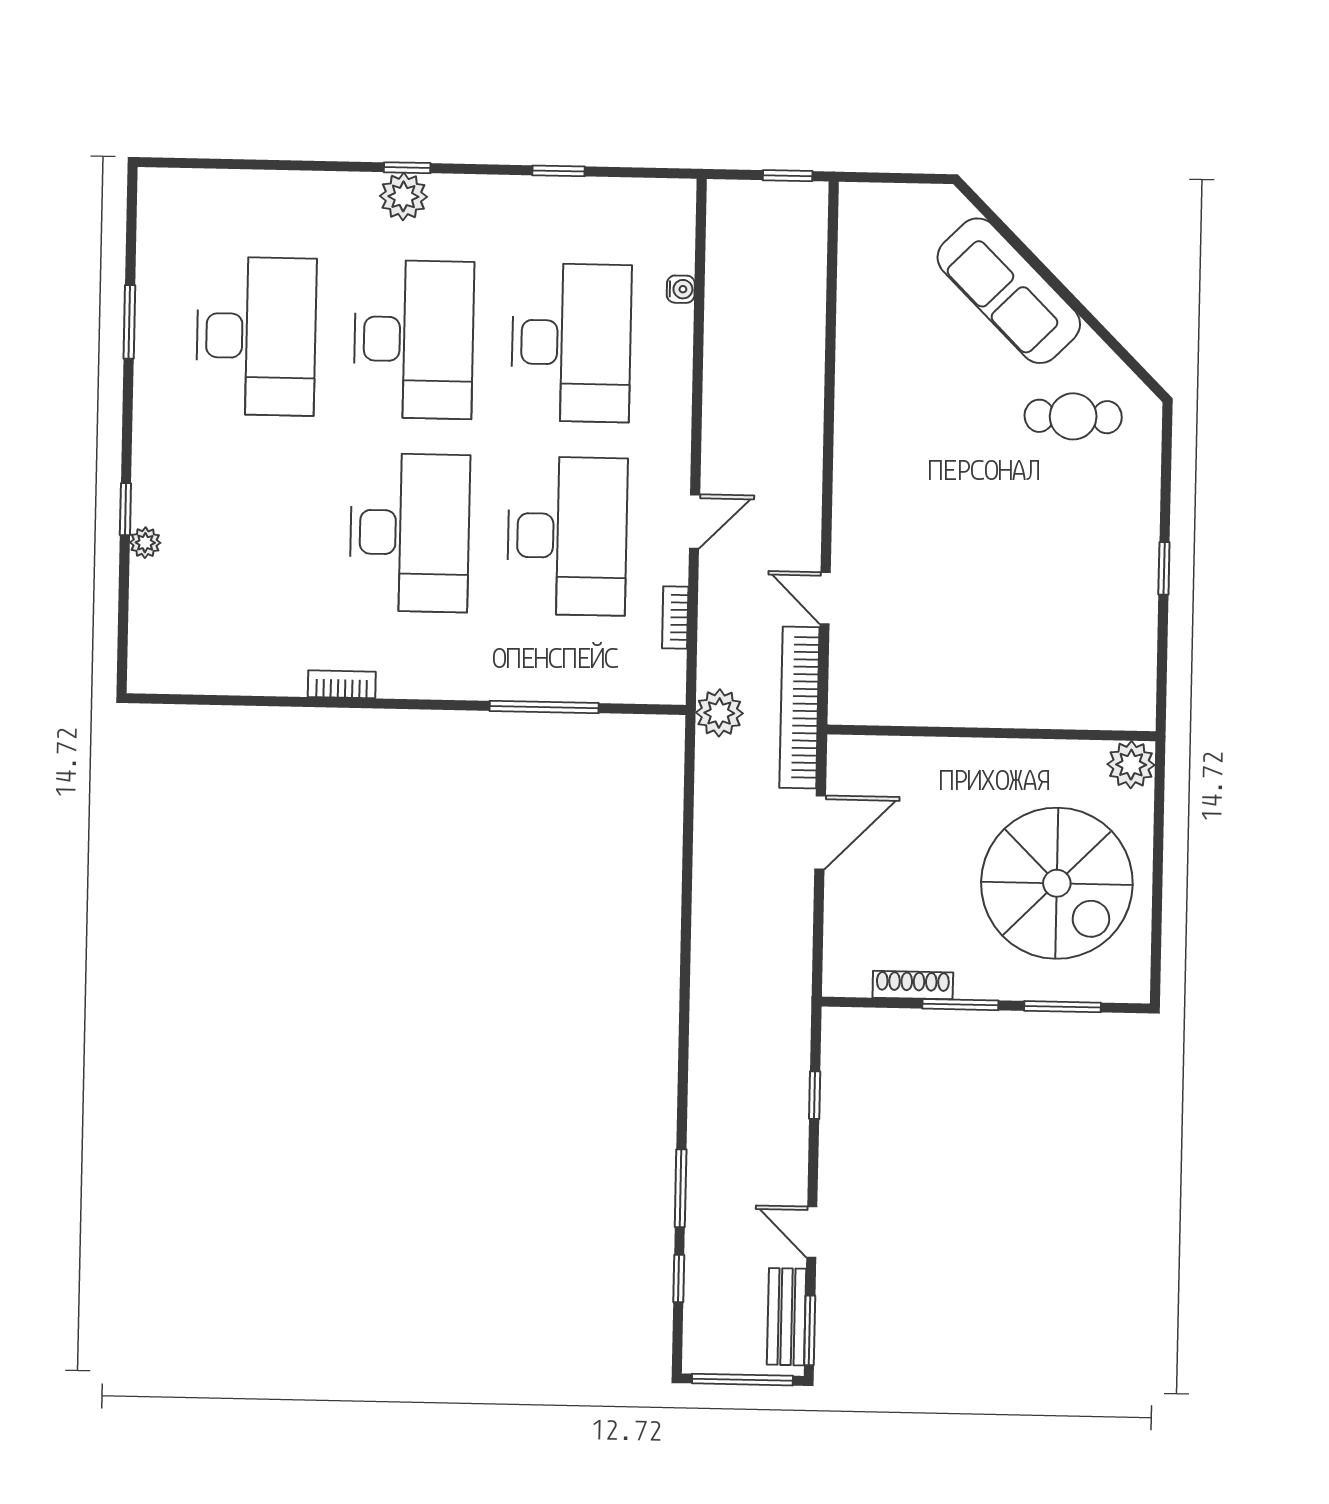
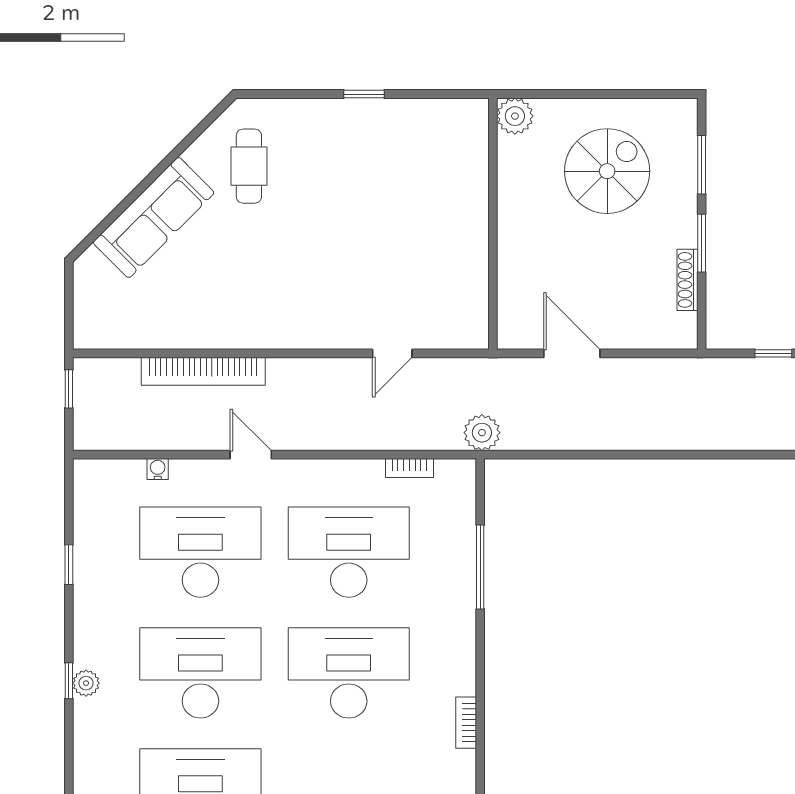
plant: (403, 196) -> (86, 683), width x0.73, depth x0.73
door: (695, 521) -> (251, 455), moved
bookcase: (799, 707) -> (203, 371), moved
spiral stairs: (1057, 883) -> (607, 171), width x0.73, depth x0.73

